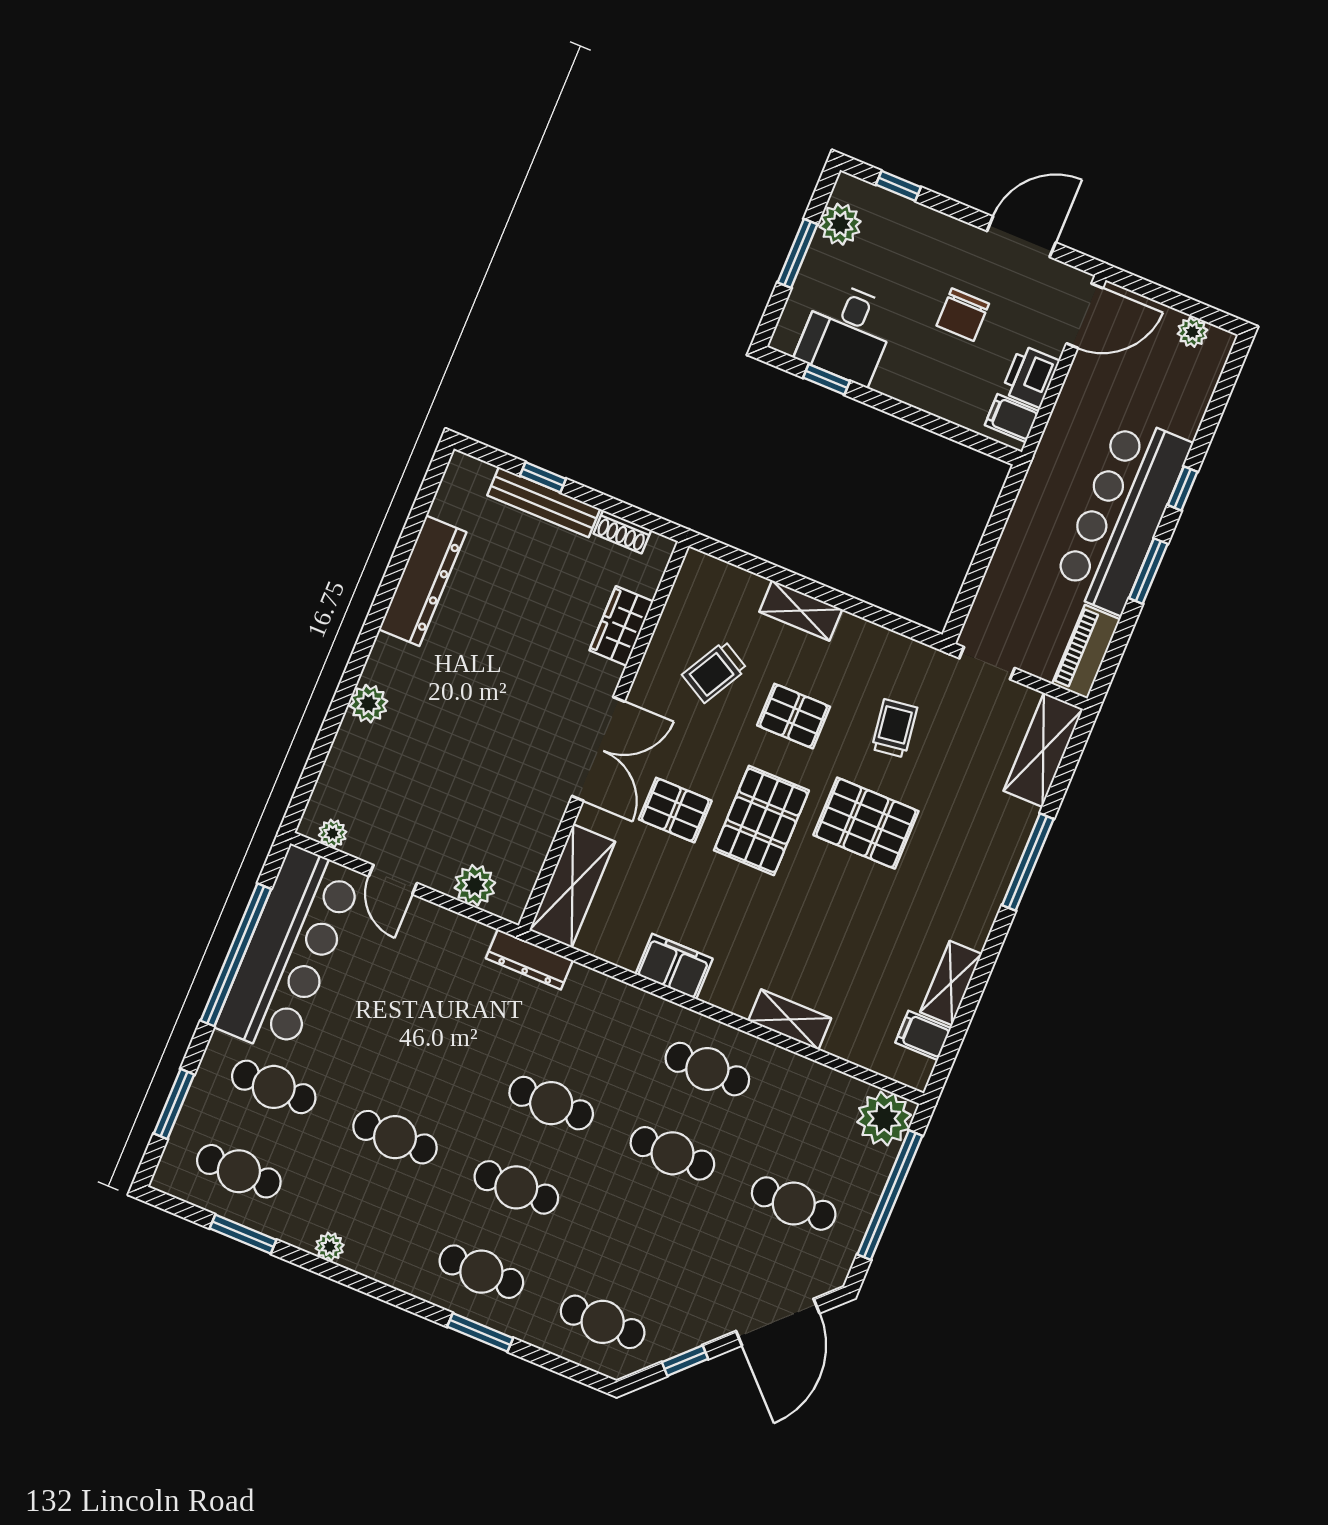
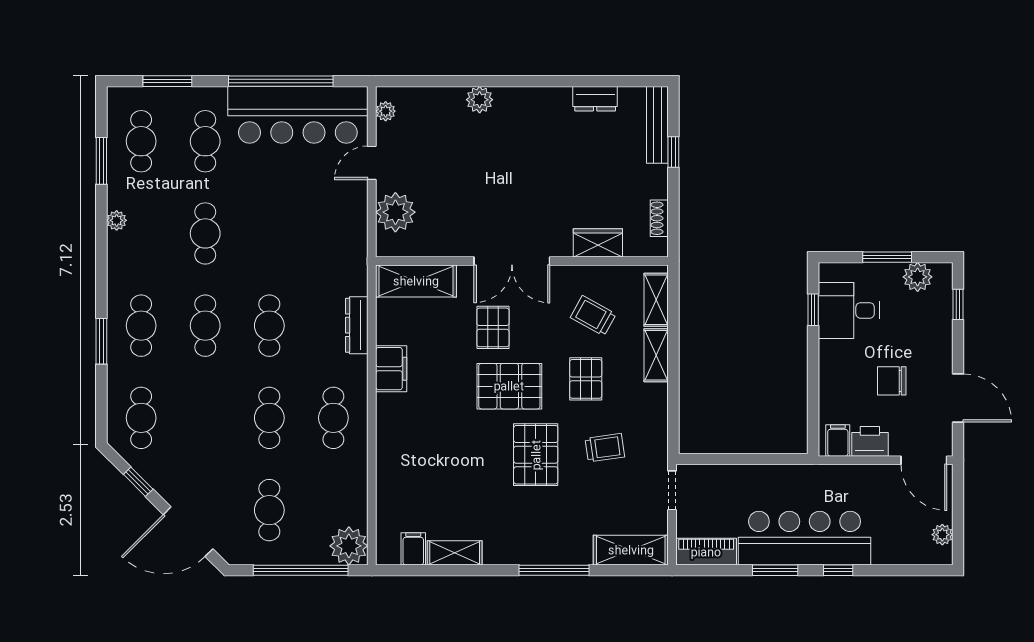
bench: (544, 502) -> (657, 125), moved
dresser: (423, 581) -> (595, 99), width x0.51, depth x0.80
plant: (475, 885) -> (395, 212), width x1.36, depth x1.36
dresser: (529, 959) -> (357, 325), moved
shelving: (790, 1019) -> (656, 300), moved

